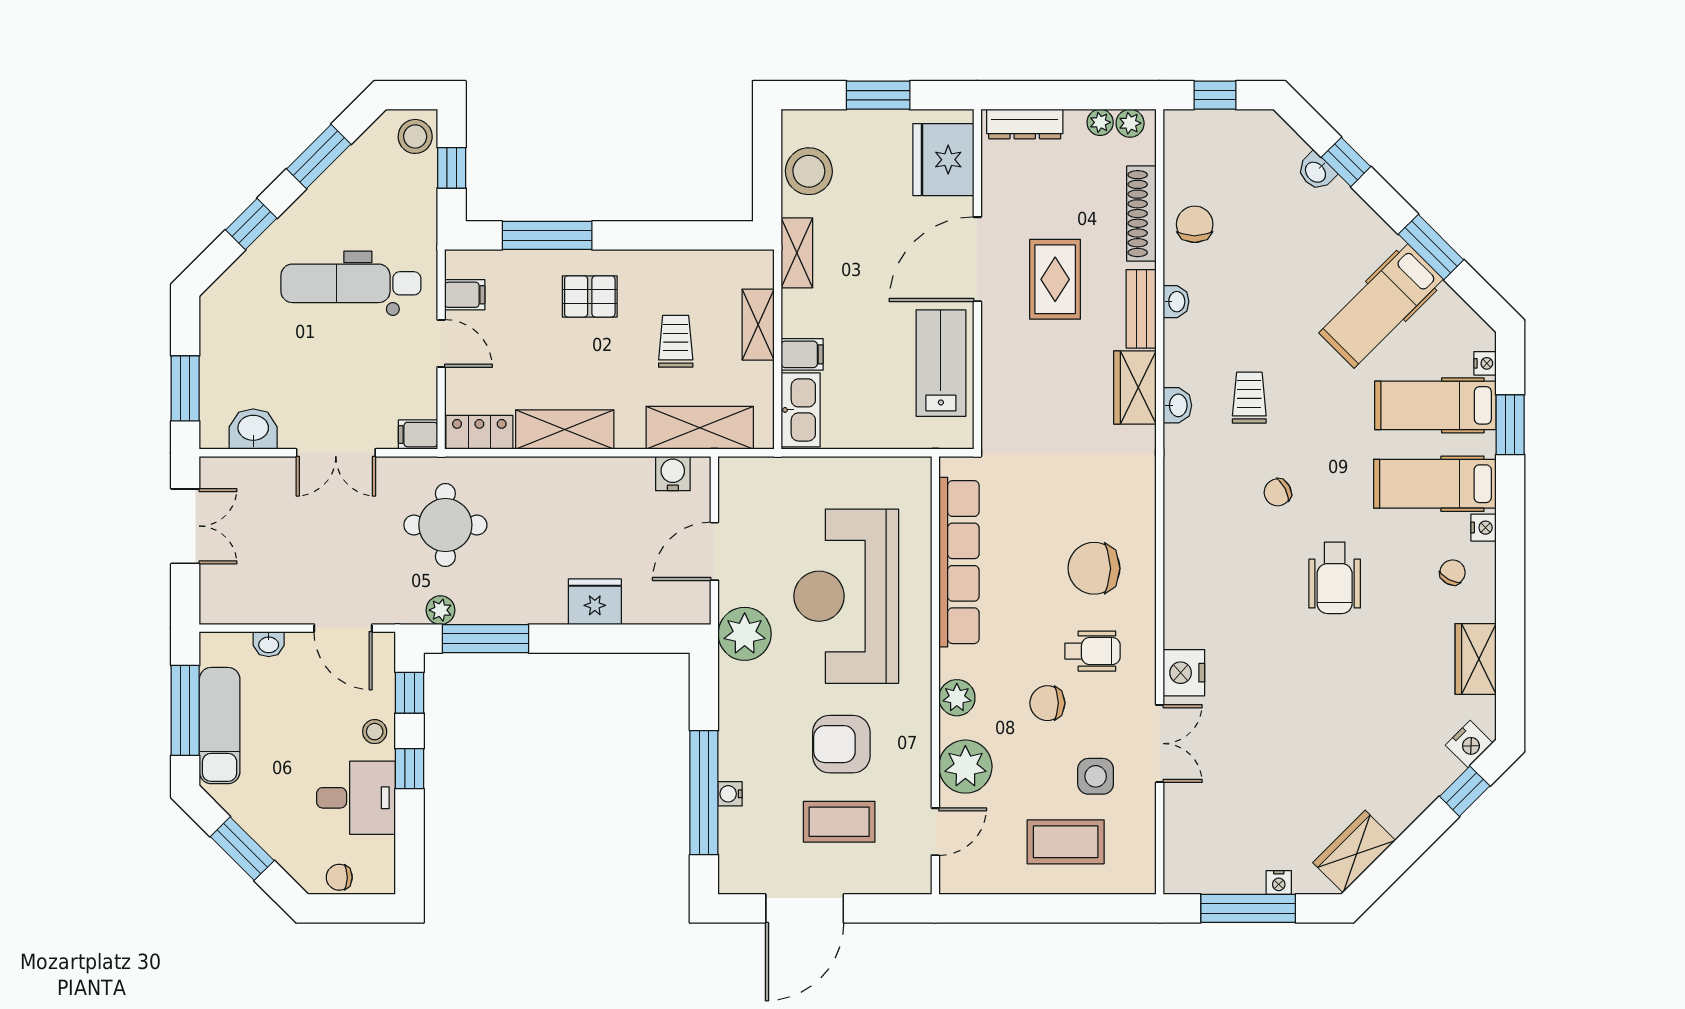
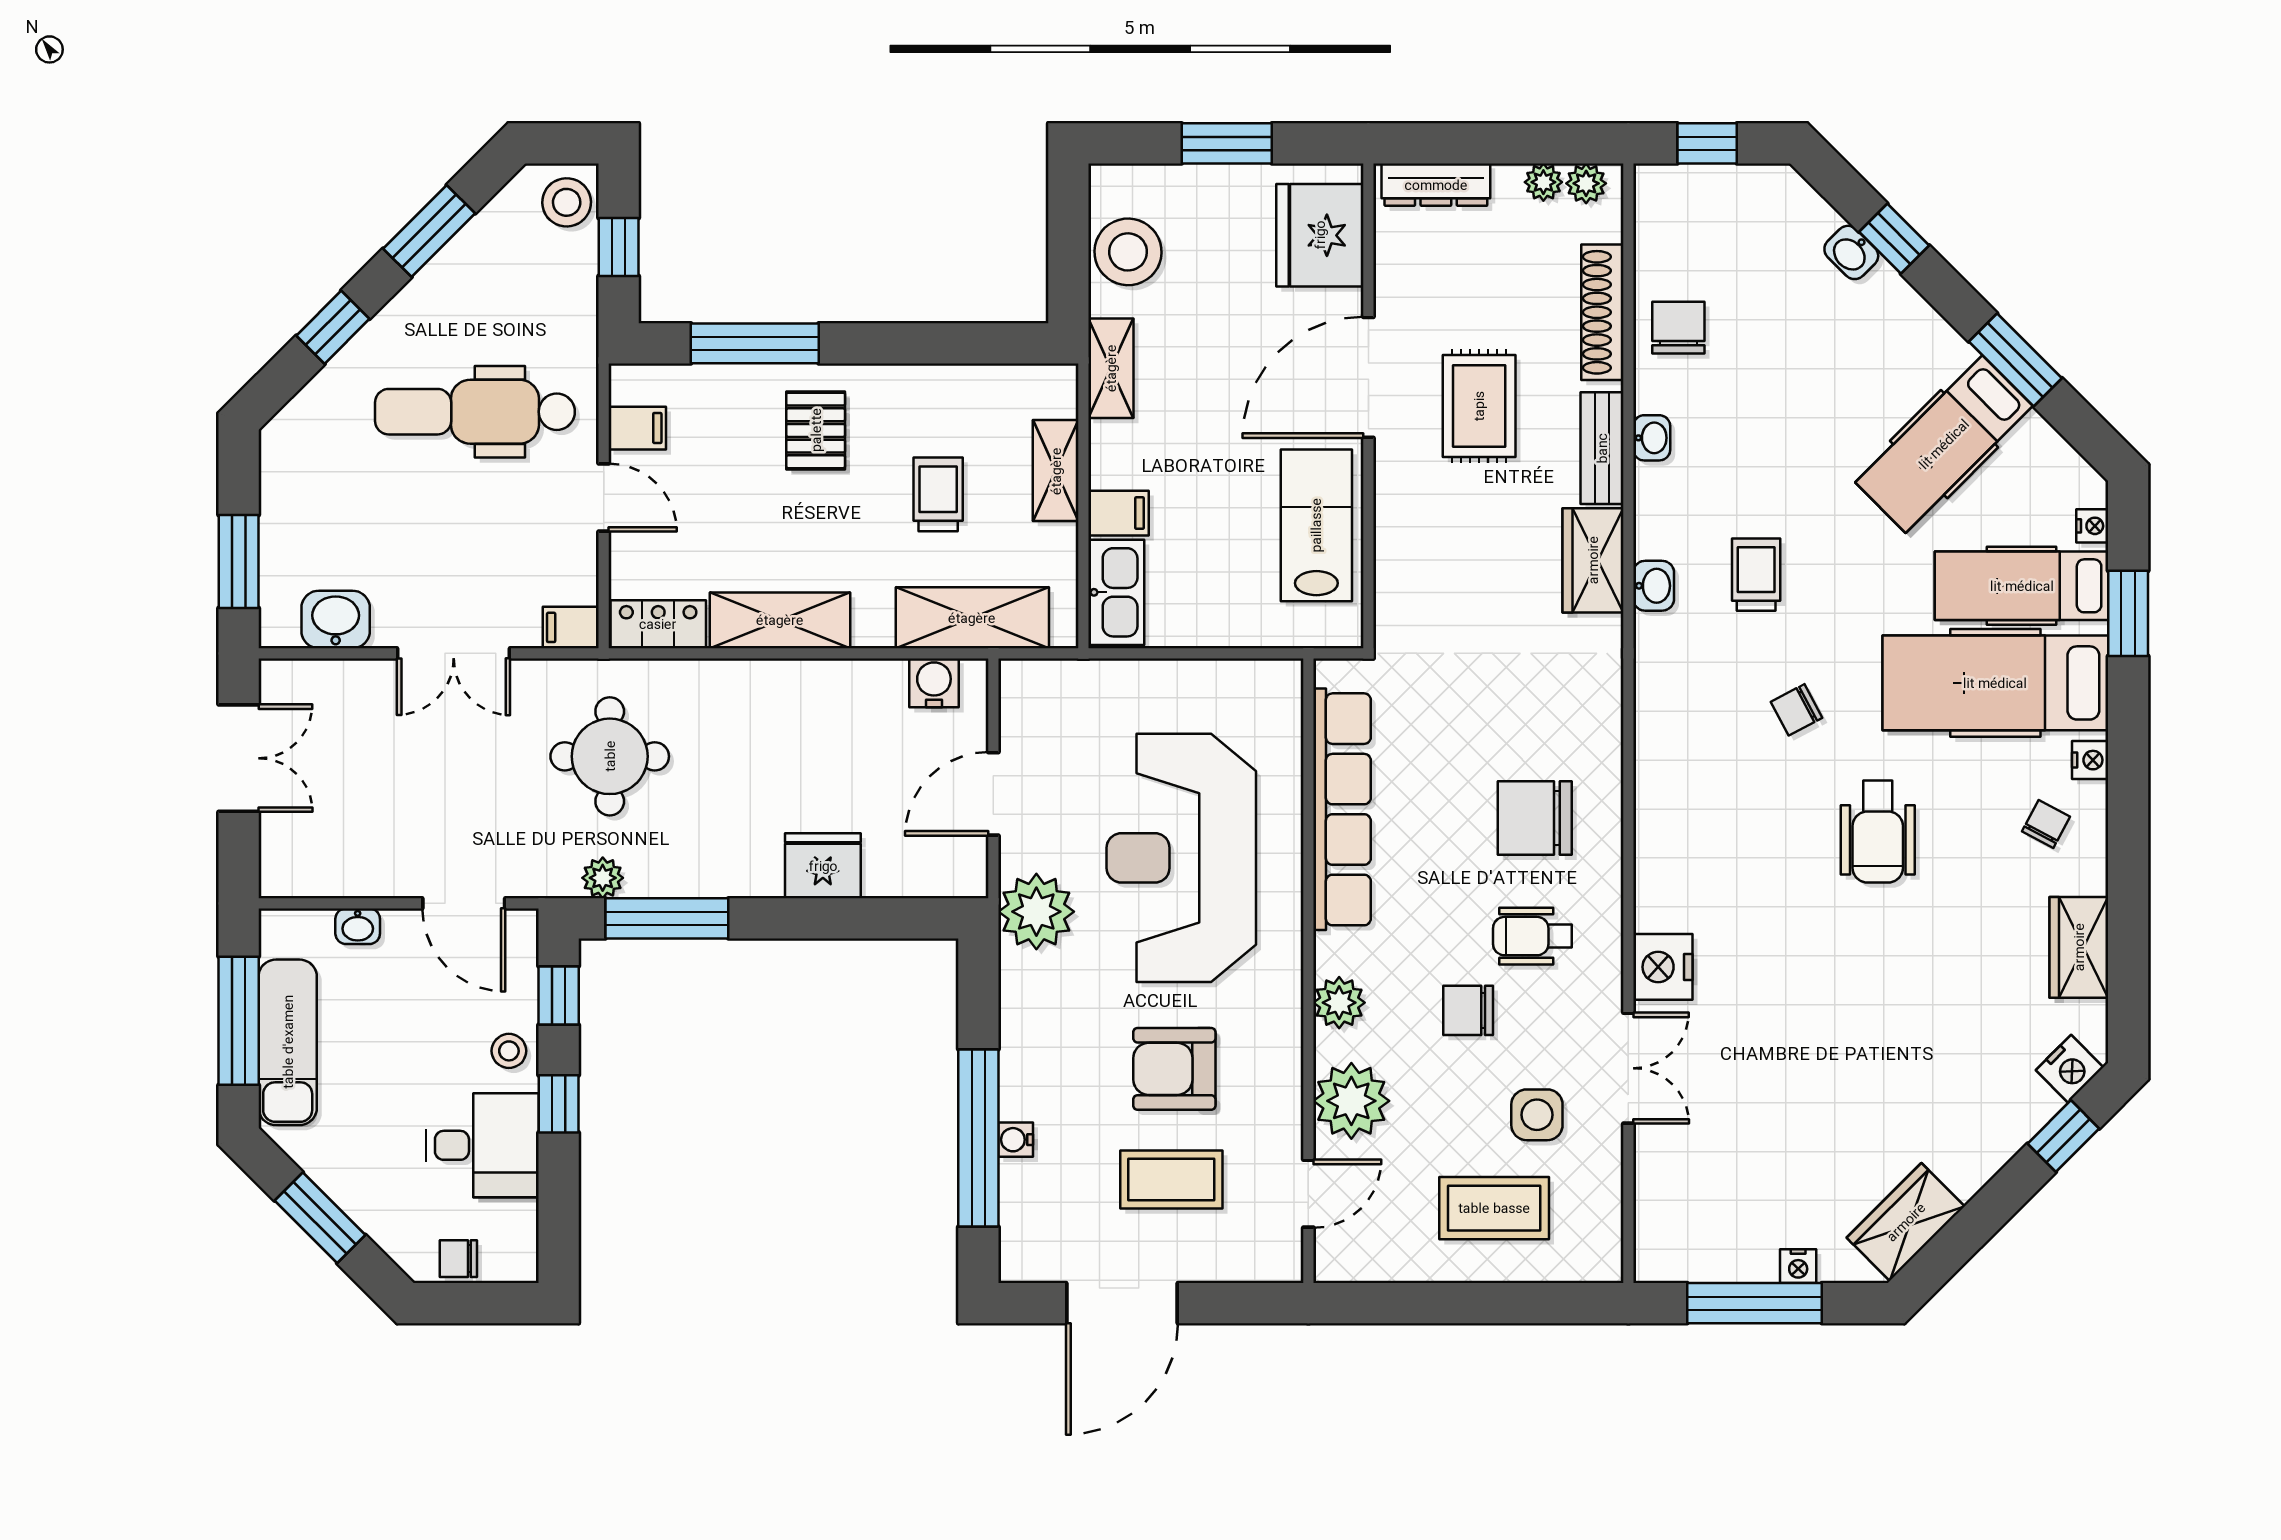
pallet: (590, 296) -> (816, 430), turned 90
hospital bed: (1435, 484) -> (1995, 683), width x1.37, depth x1.29
wheelchair: (1093, 651) -> (1533, 936), turned 180

